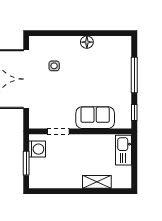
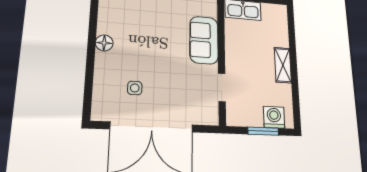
washing machine: (37, 149) -> (274, 117), moved
shelving: (97, 182) -> (283, 65), moved

